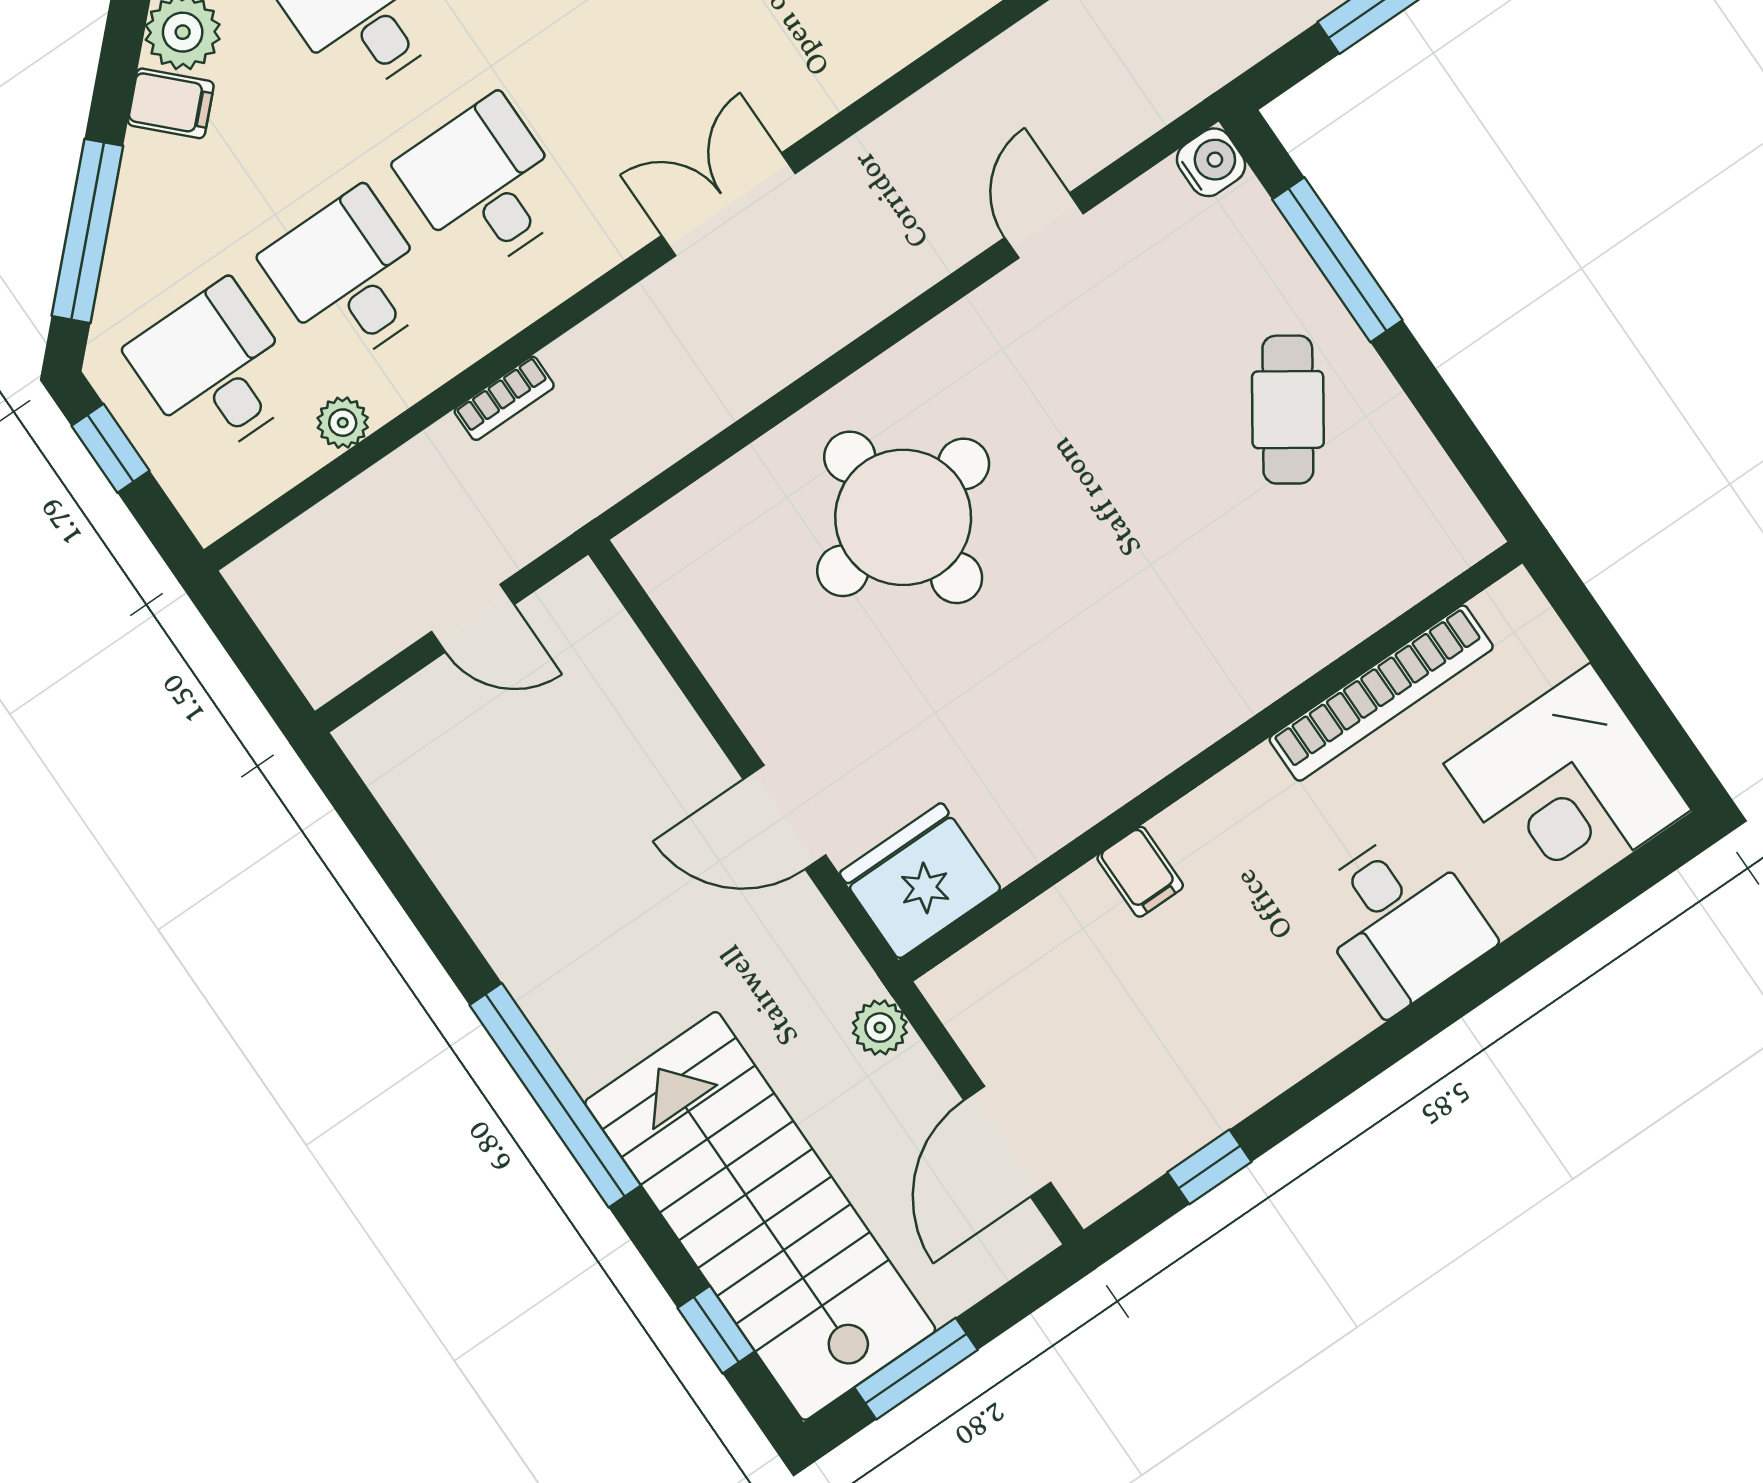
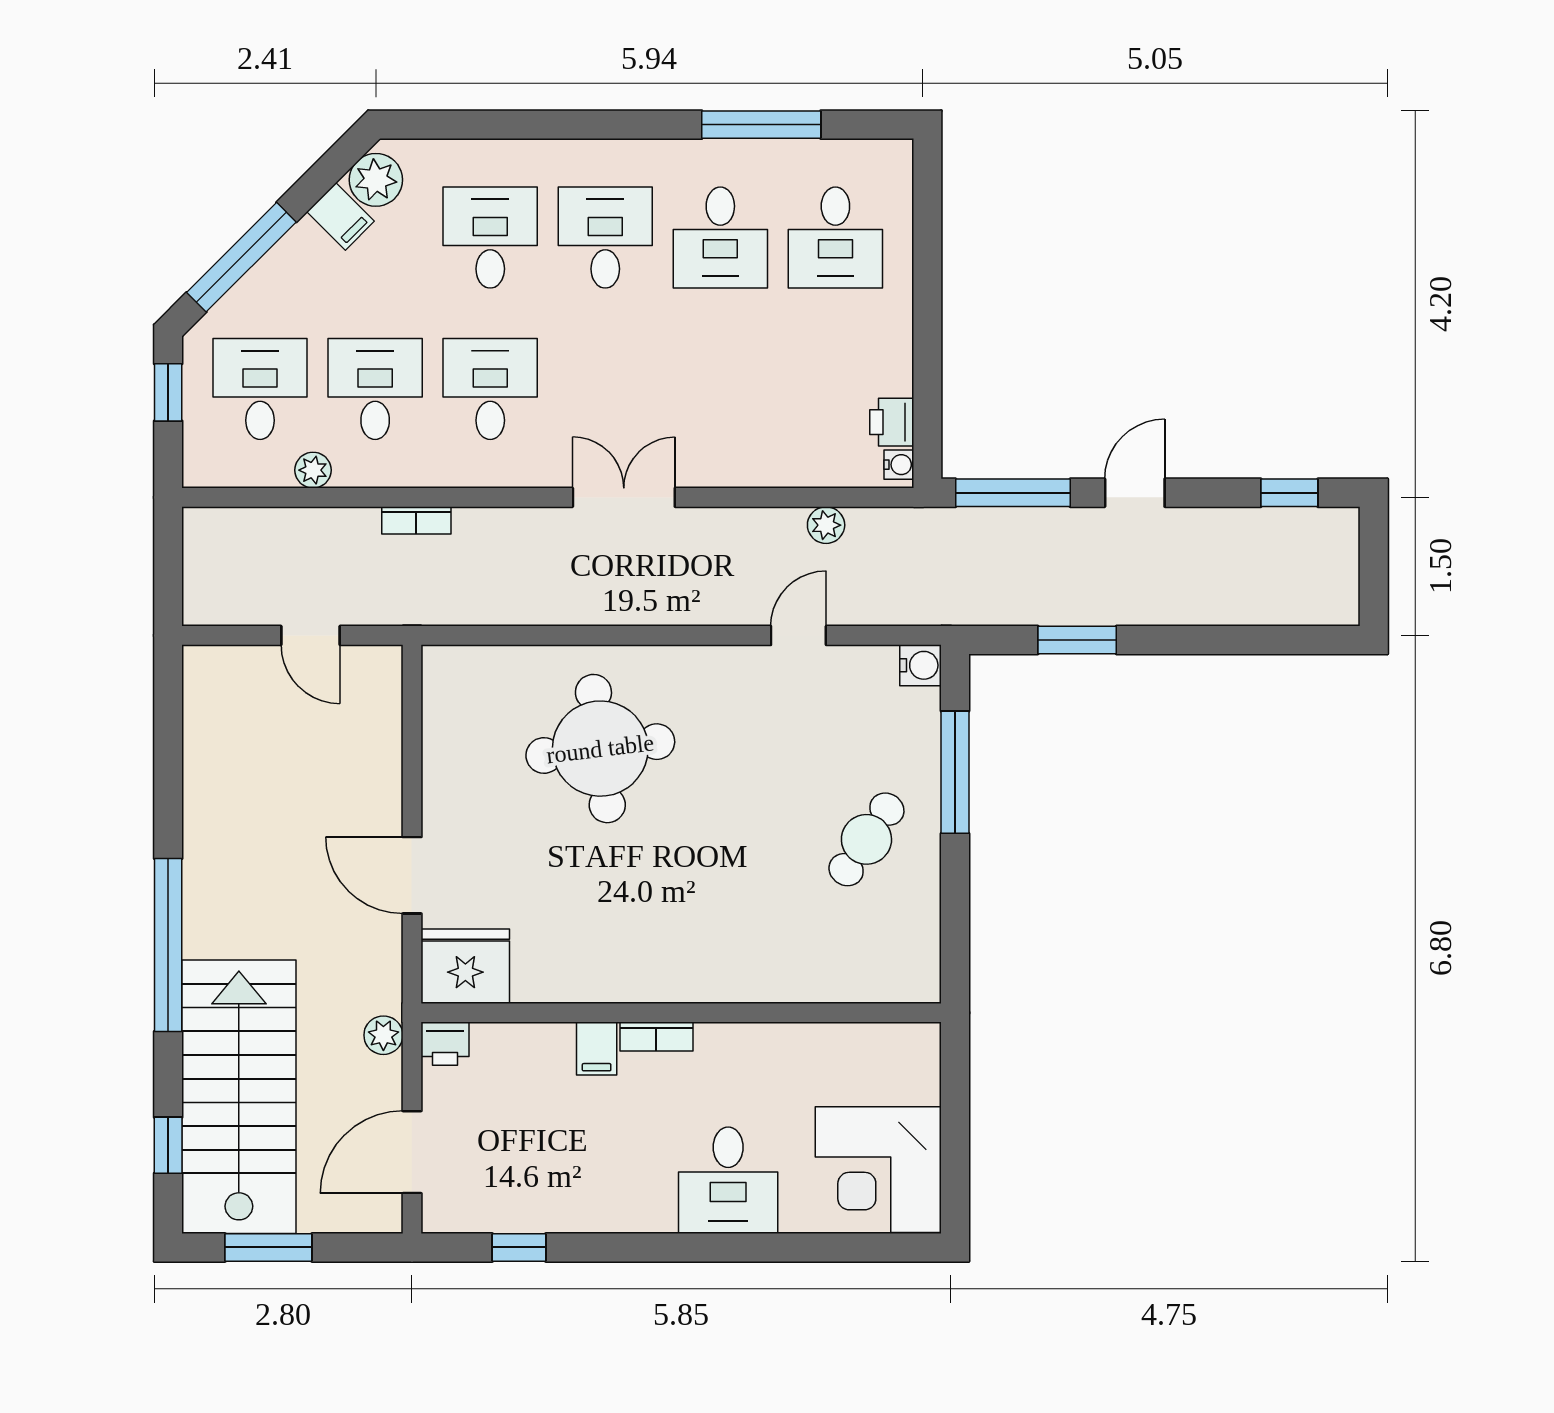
plant: (988, 74) -> (826, 525), added
bookcase: (1381, 693) -> (656, 1037), moved, width x0.43, depth x0.76
printer: (959, 988) -> (445, 1044), added

